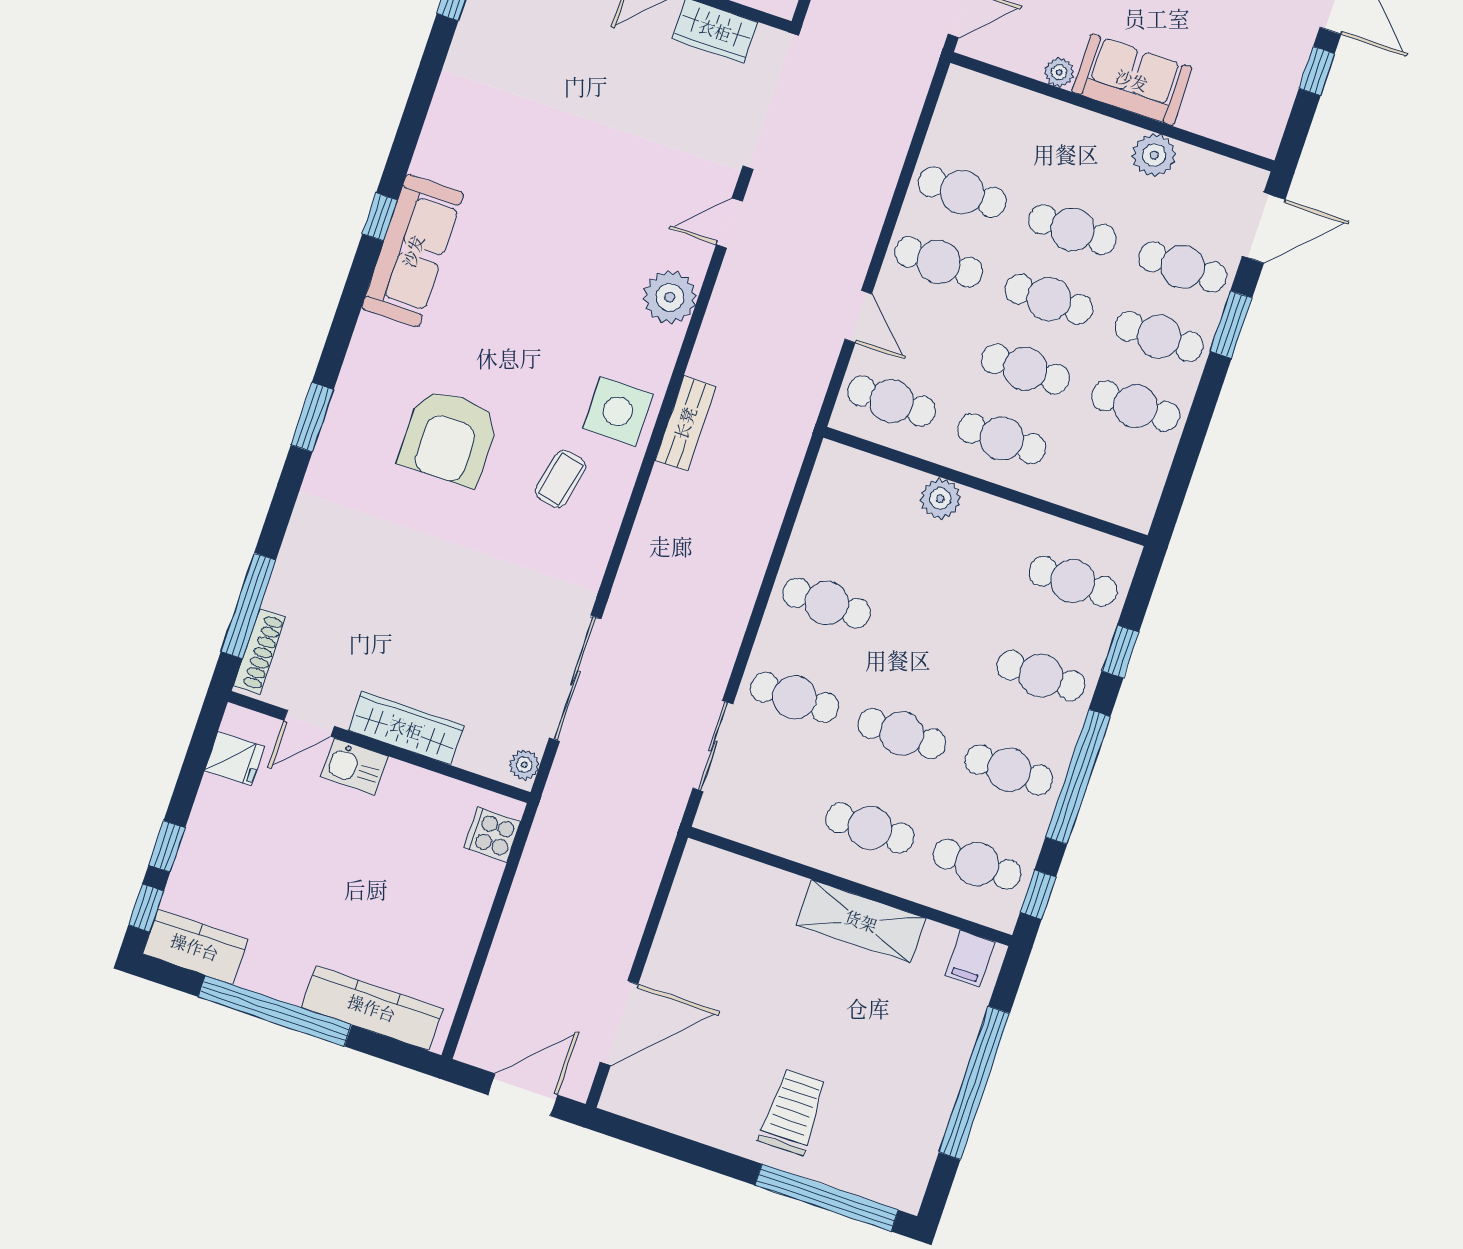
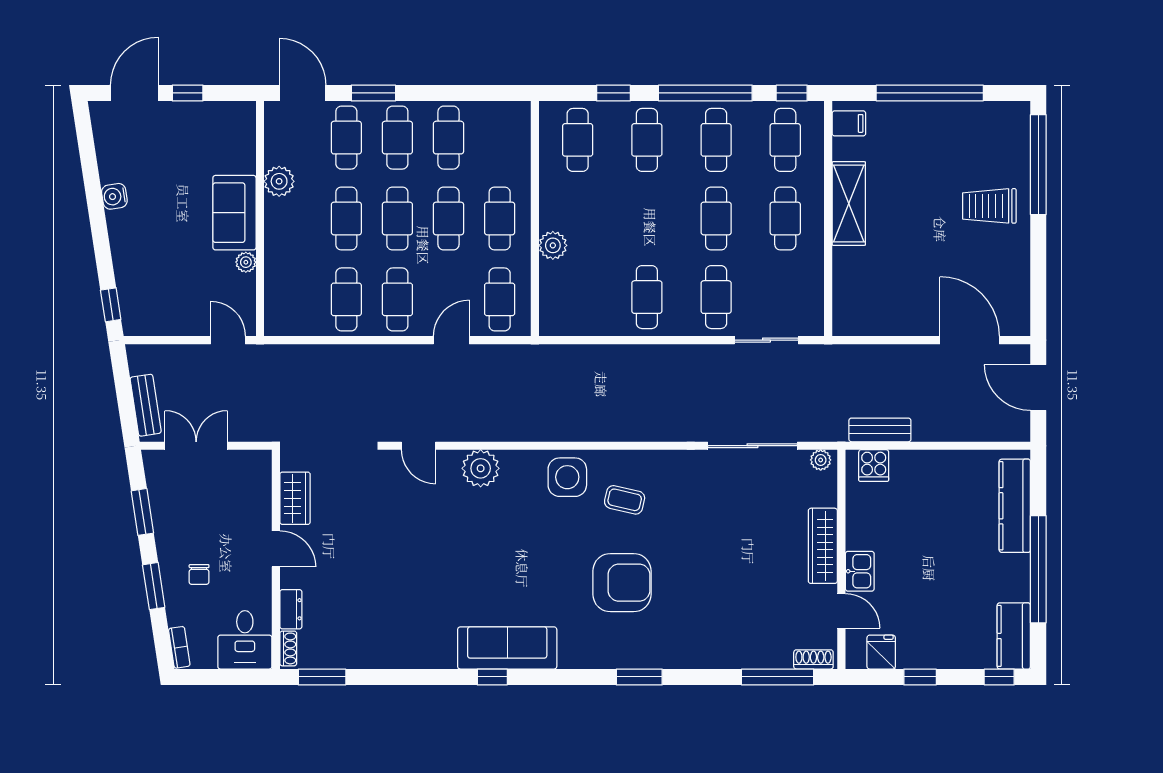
bench: (685, 423) -> (880, 430), moved
shoe rack: (260, 651) -> (813, 659), width x0.70
window: (167, 846) -> (920, 677), moved

